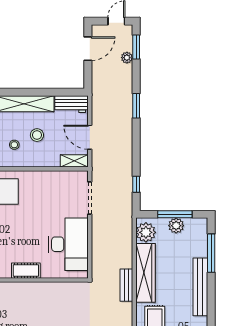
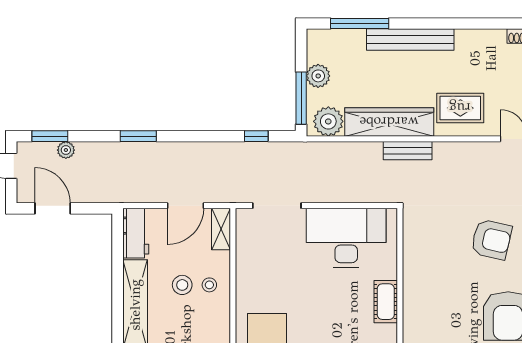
stool: (14, 145) -> (209, 285), moved
window: (175, 214) -> (301, 98), moved

